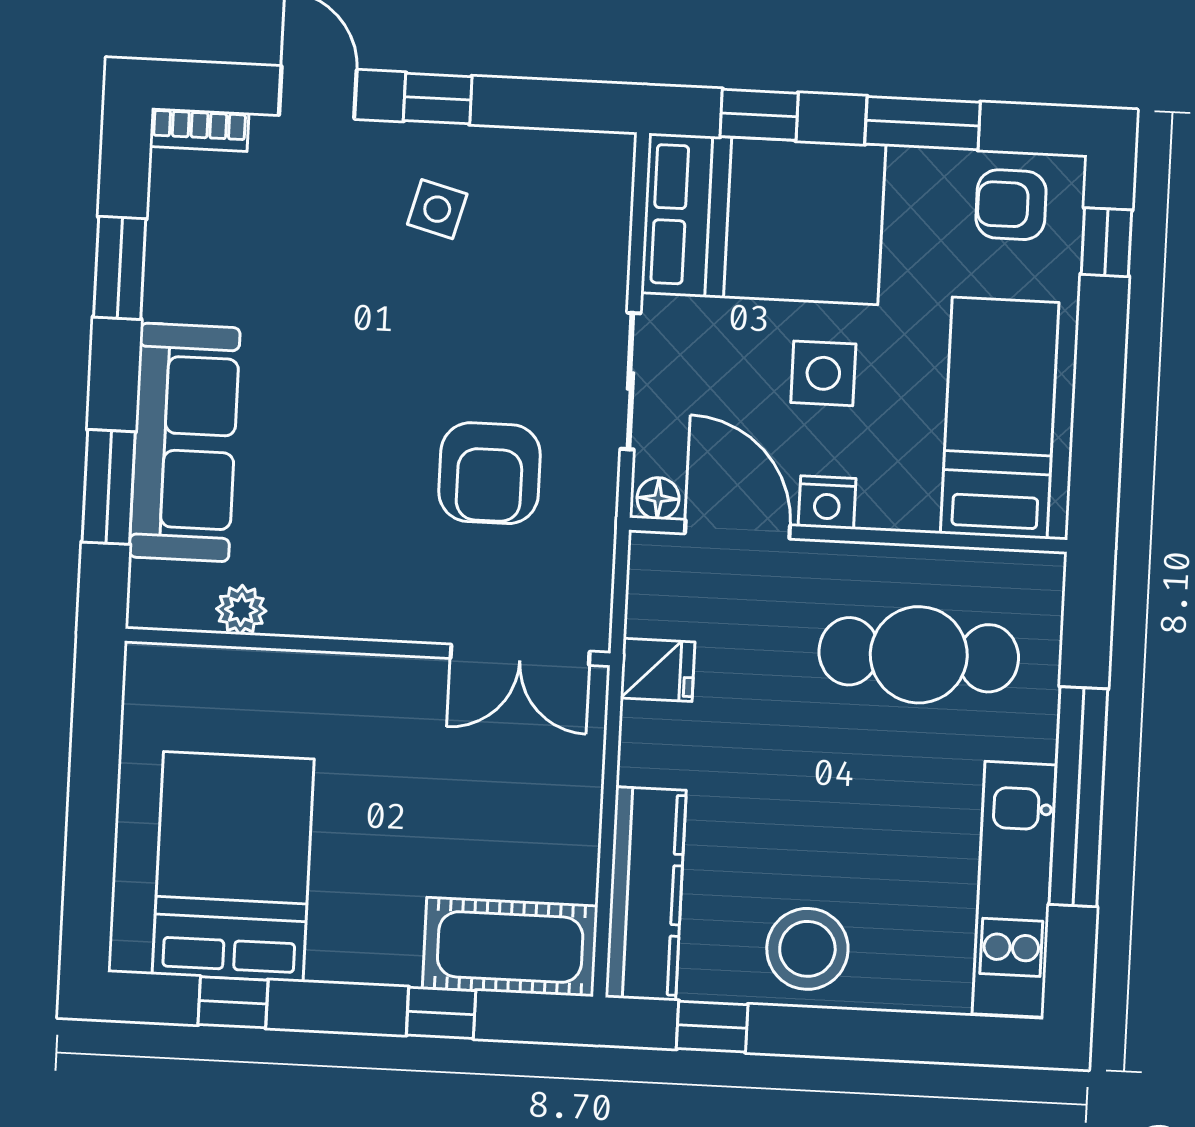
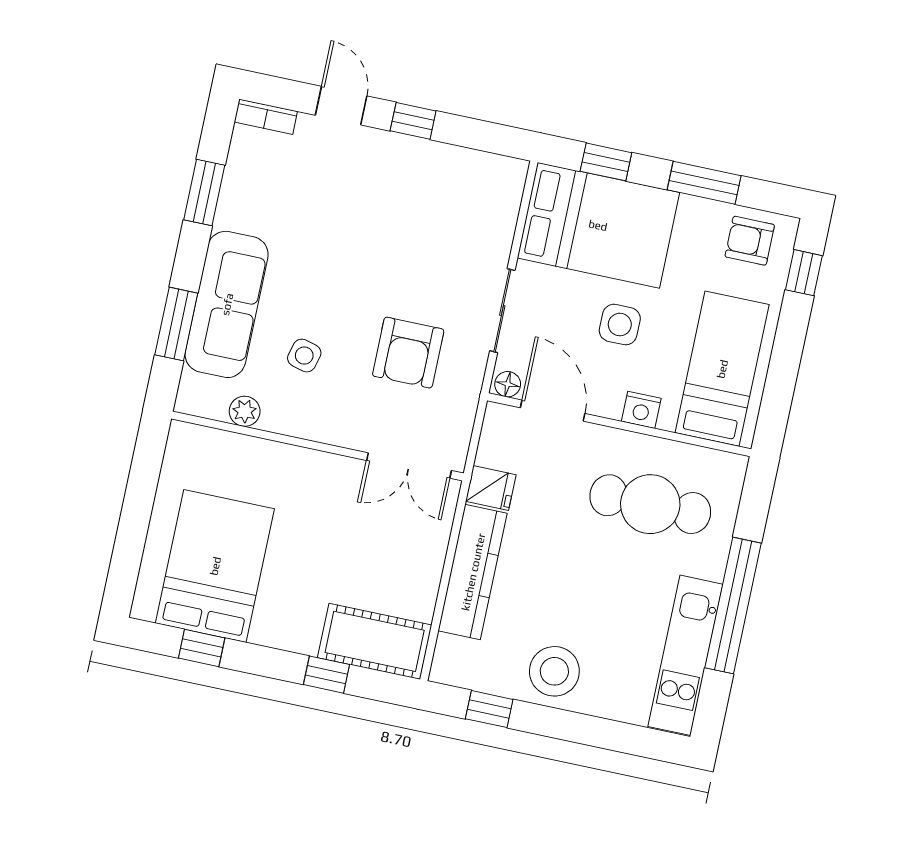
side table: (437, 209) -> (304, 356), moved
nightstand: (827, 502) -> (641, 410), moved
kitchen counter: (646, 894) -> (473, 572), moved

